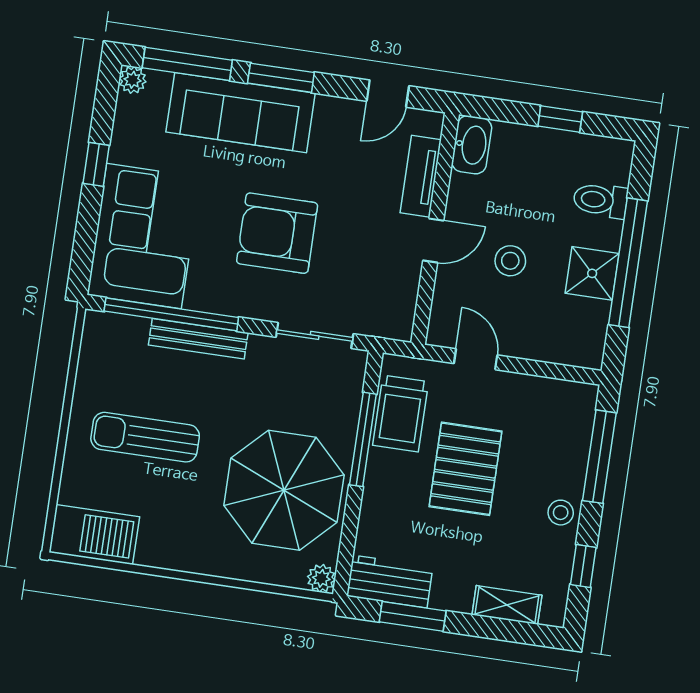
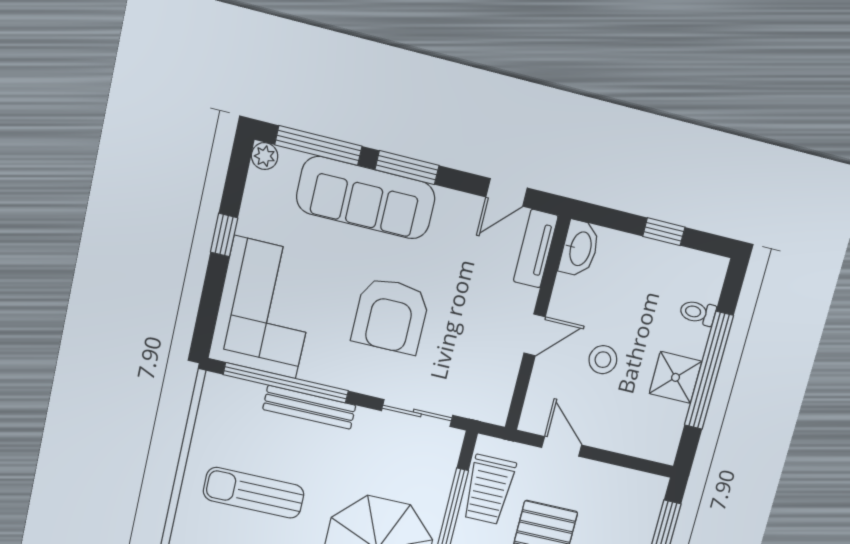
tv unit: (421, 176) -> (536, 249), moved
toilet: (600, 200) -> (698, 313), width x0.73, depth x0.72
armchair: (277, 233) -> (391, 316), turned -90

